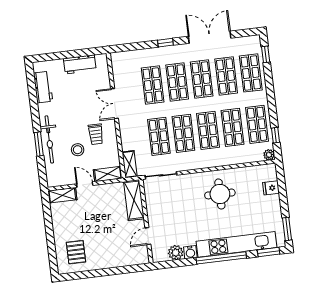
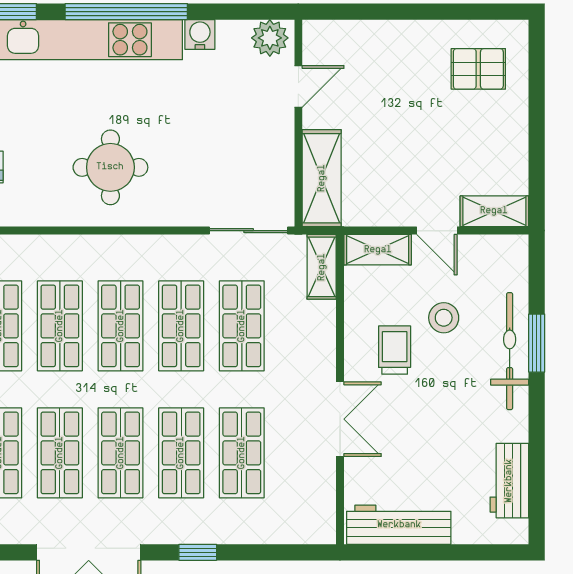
workbench: (80, 64) -> (399, 525), width x1.38
pallet: (76, 252) -> (478, 69), turned 90
plant: (176, 253) -> (270, 38), moved

